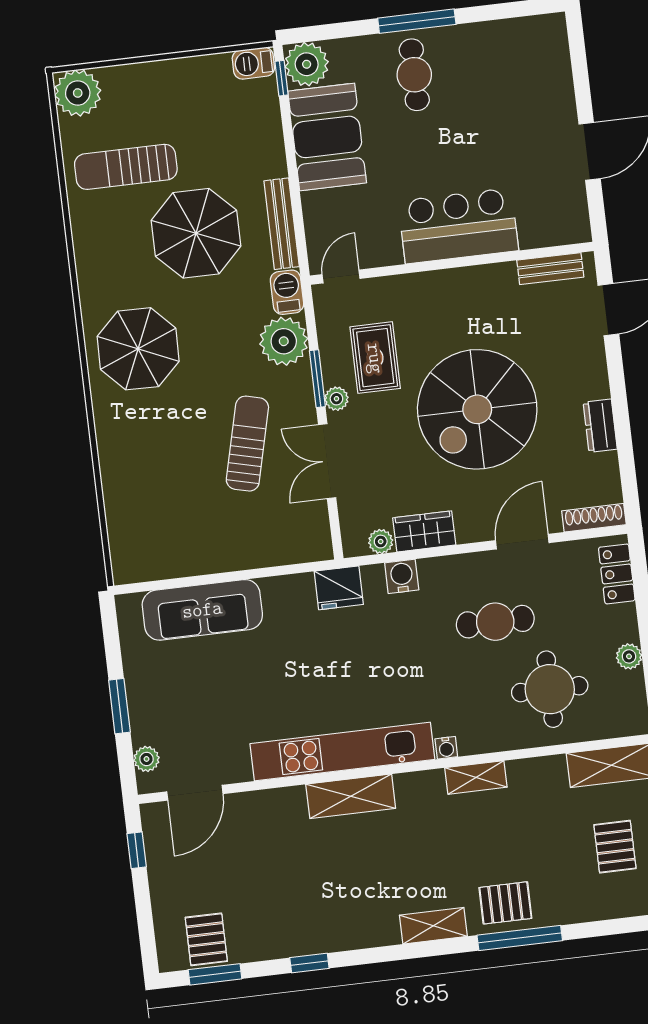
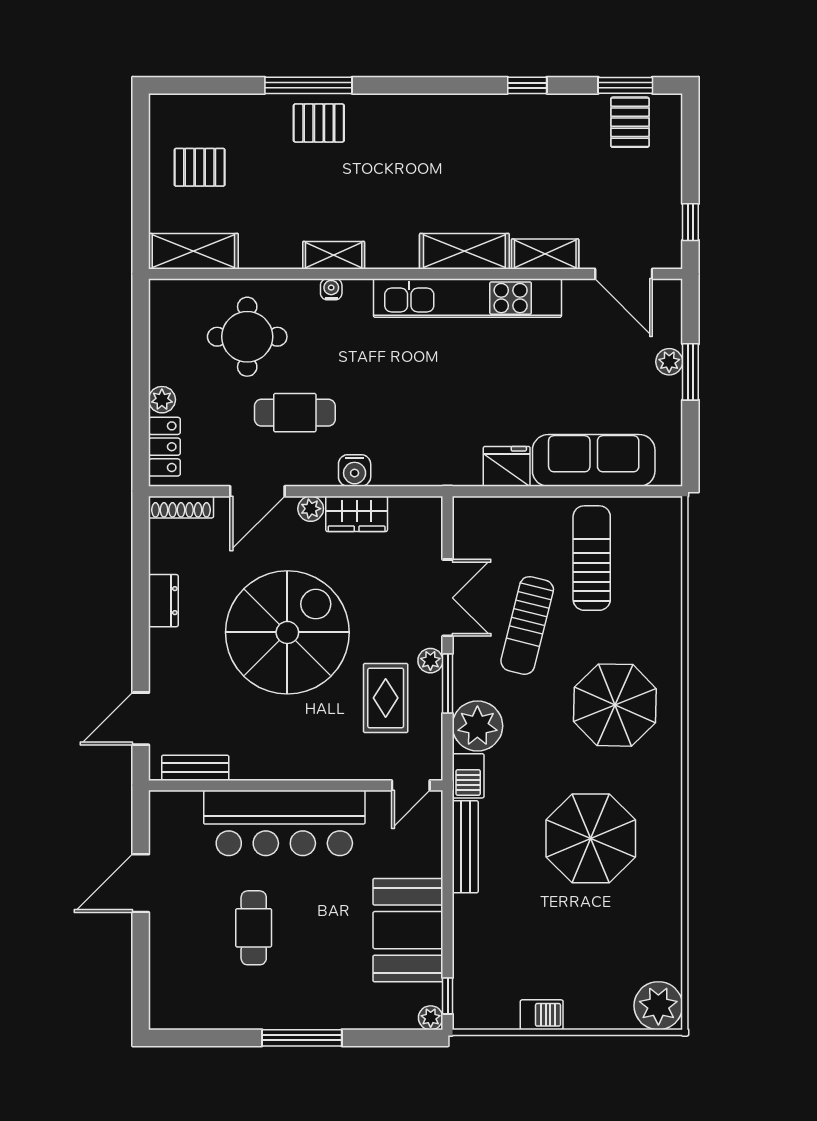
barbecue: (253, 63) -> (542, 1015), moved
plant: (307, 64) -> (431, 1018), width x0.53, depth x0.53
cafe table: (414, 75) -> (254, 928), moved
sun lounger: (126, 167) -> (592, 558), moved, turned -90
bar counter: (458, 226) -> (284, 823), width x1.36
parasol: (196, 233) -> (591, 838), moved
parasol: (138, 349) -> (615, 705), moved
plant: (381, 542) -> (311, 509), moved
water cooler: (402, 576) -> (355, 470), moved
fridge: (339, 588) -> (507, 466), moved
plant: (629, 656) -> (162, 400), moved
water cooler: (446, 748) -> (331, 289), moved
plant: (147, 759) -> (669, 362), moved
door: (195, 793) -> (624, 274), swing flipped
pallet: (615, 847) -> (200, 167), turned 90
shelving: (433, 926) -> (545, 254), moved

